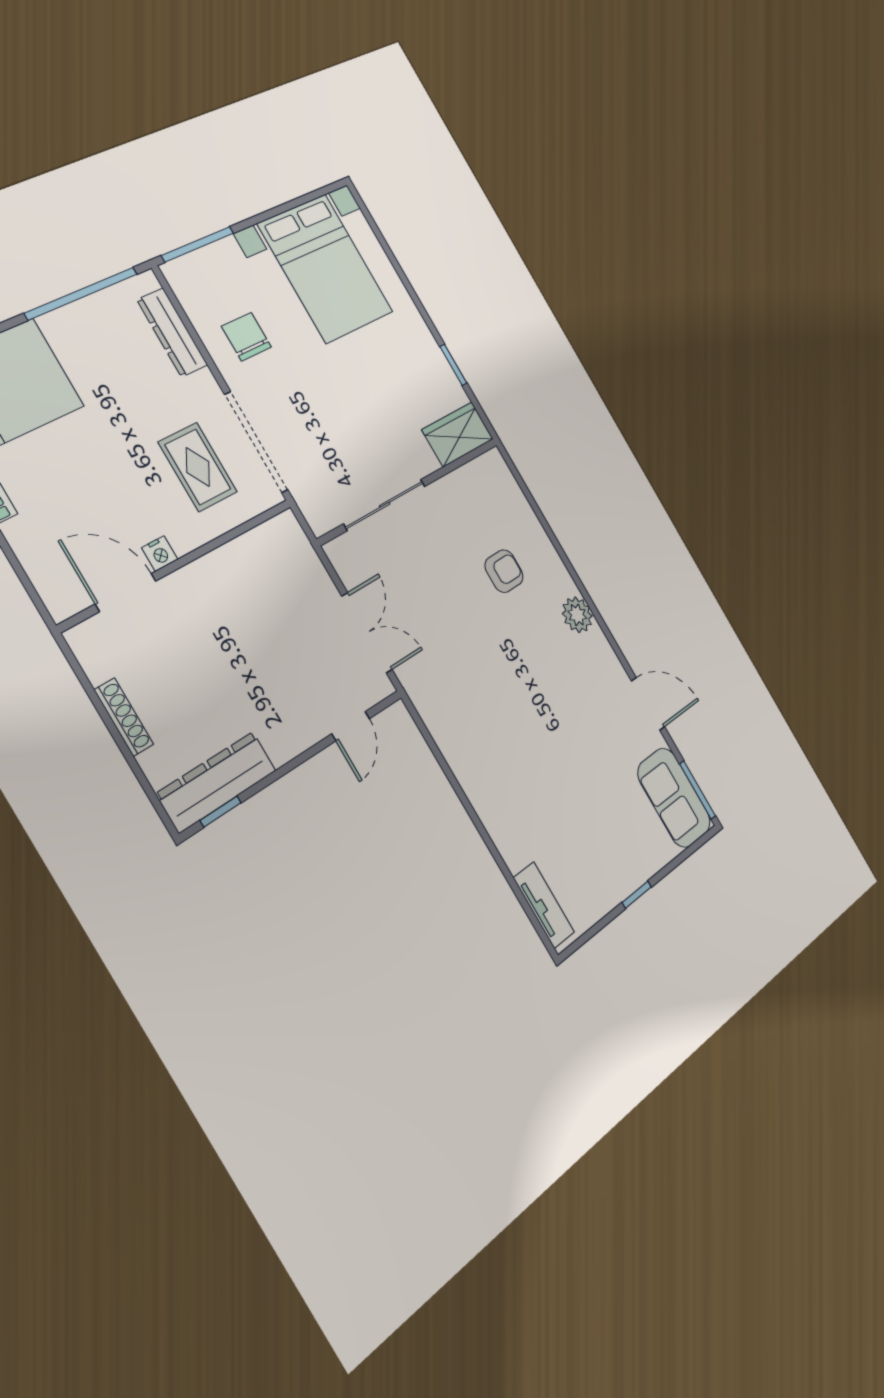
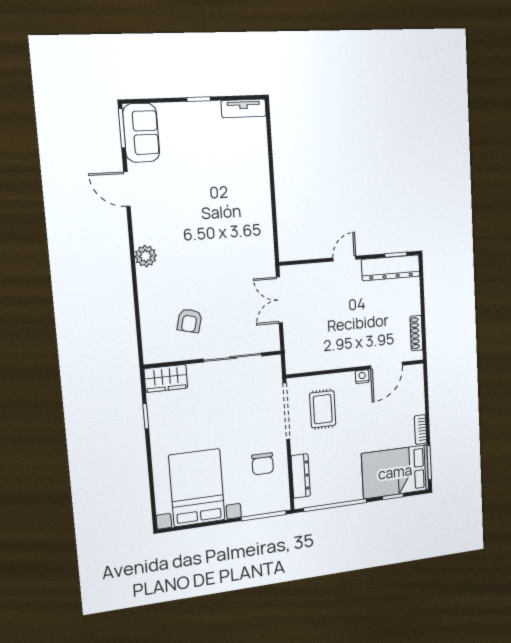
armchair: (504, 571) -> (190, 321), moved, turned -76
door: (126, 592) -> (387, 366), hinge flipped
shoe rack: (124, 717) -> (416, 333), moved
door: (351, 726) -> (344, 259), moved
tv unit: (544, 905) -> (244, 108), moved, turned -90

